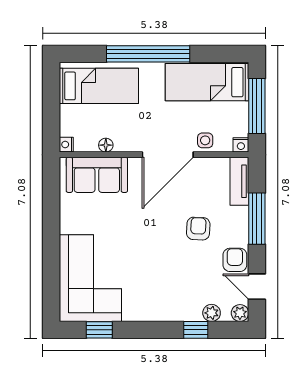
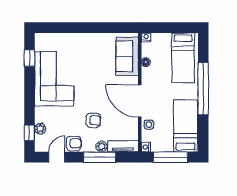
corner sofa: (90, 278) -> (54, 79), moved, turned -90
plant: (240, 313) -> (102, 147), moved
window: (196, 330) -> (30, 133), moved

